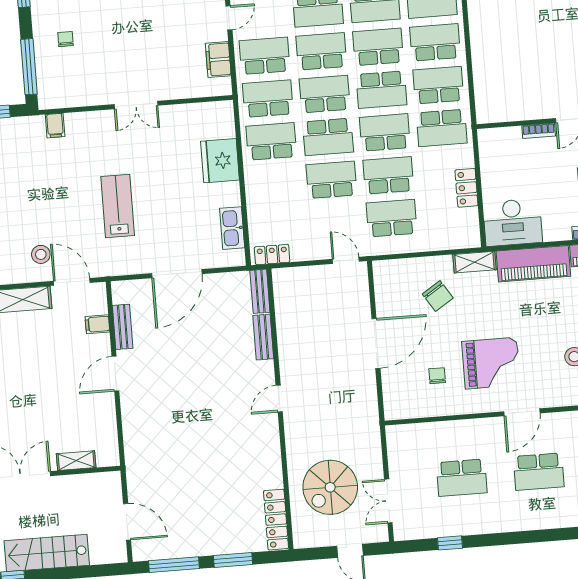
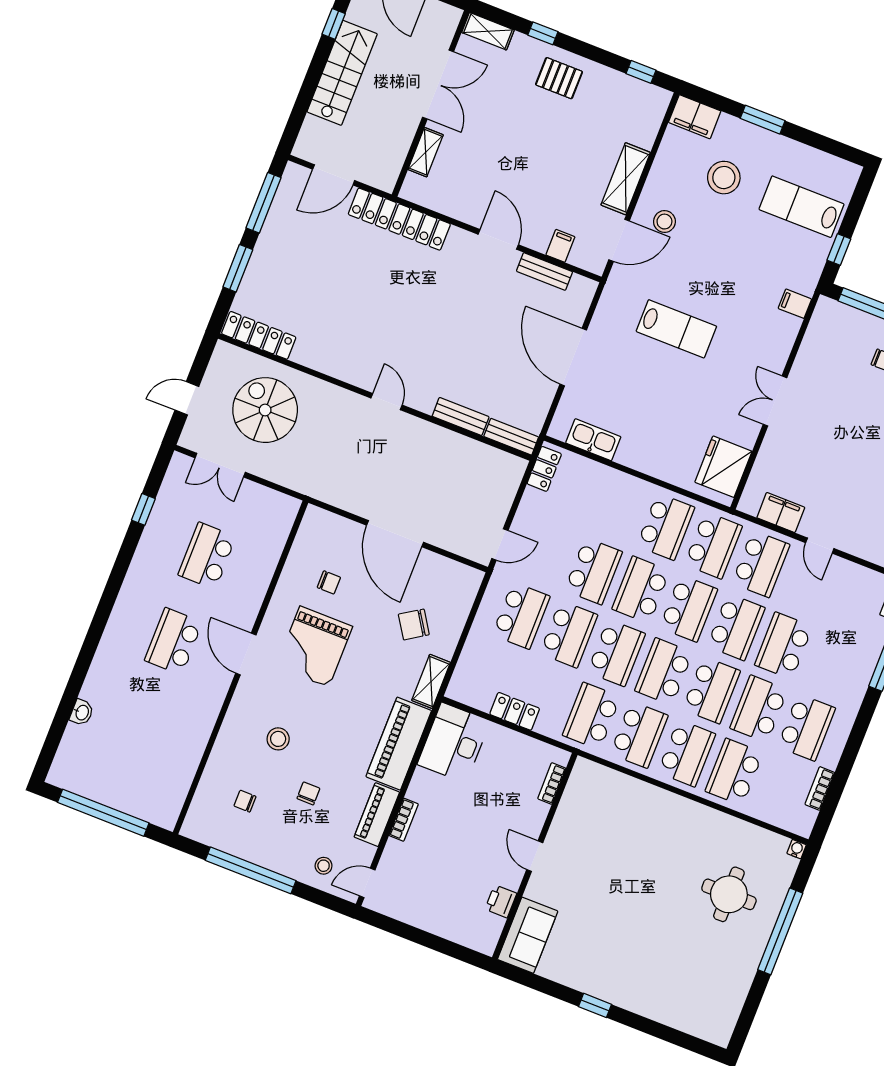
bookcase: (539, 131) -> (552, 783), moved
fridge: (220, 161) -> (723, 467), moved, turned -90
locker: (136, 456) -> (399, 219), added
double door: (388, 501) -> (220, 465), swing flipped

